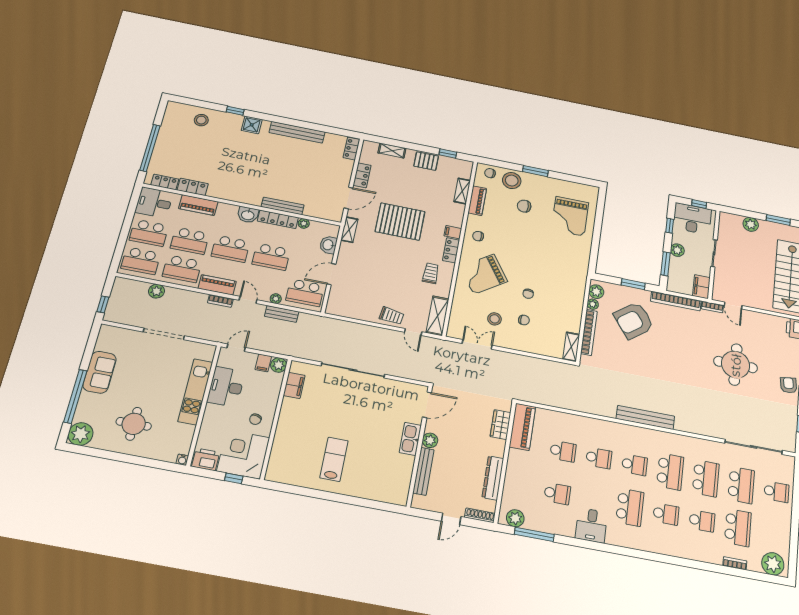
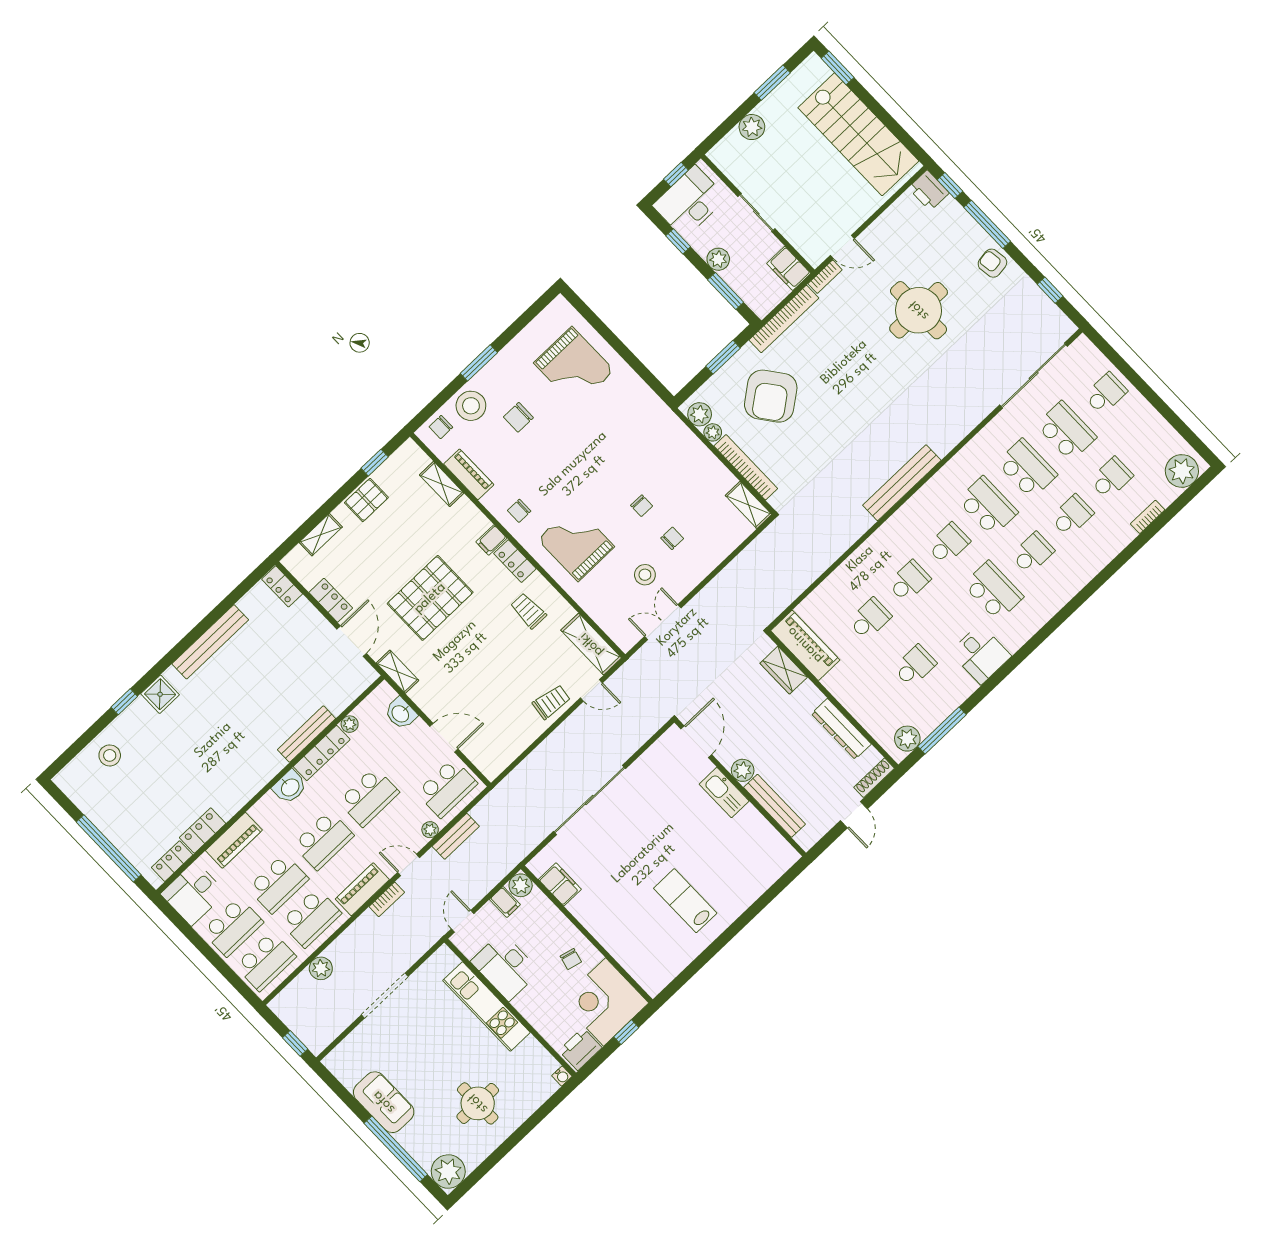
door: (331, 274) -> (444, 738), swing flipped
grand piano: (484, 274) -> (576, 543), turned 124
school desk: (738, 528) -> (1111, 478), width x0.54

